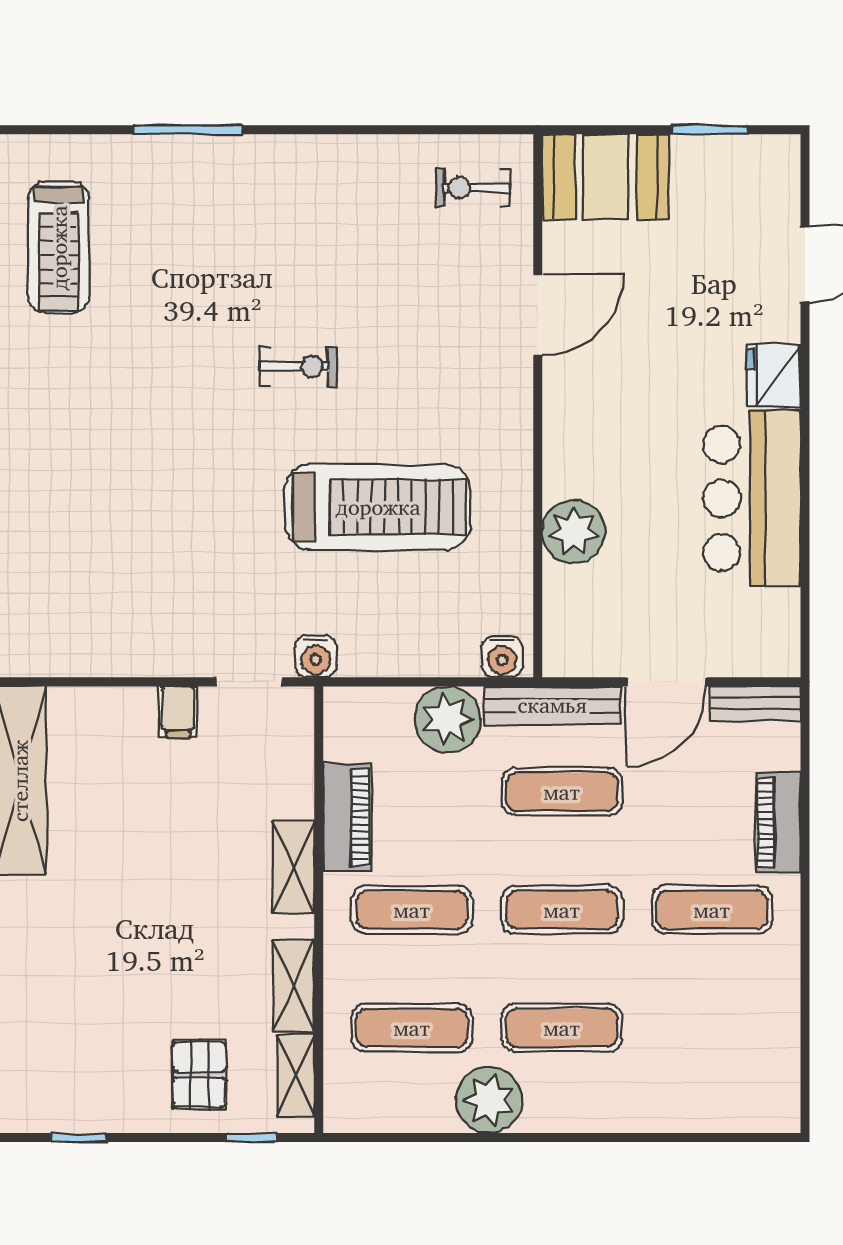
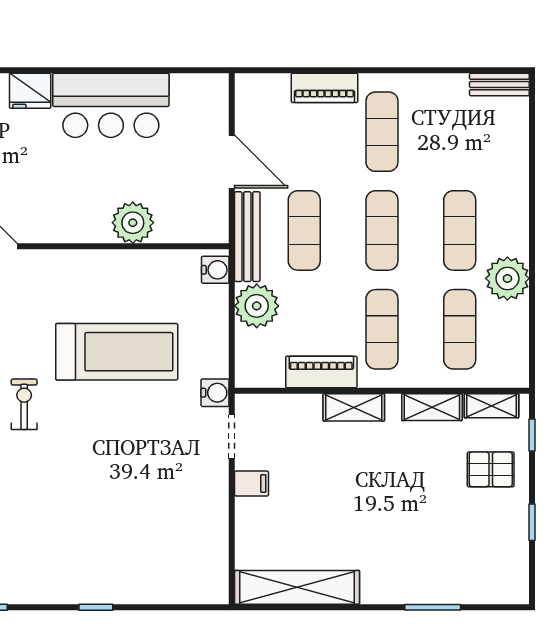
treadmill: (378, 507) -> (117, 352), turned 90
bench: (755, 704) -> (499, 84), moved, turned 90
window: (79, 1137) -> (532, 522), moved

